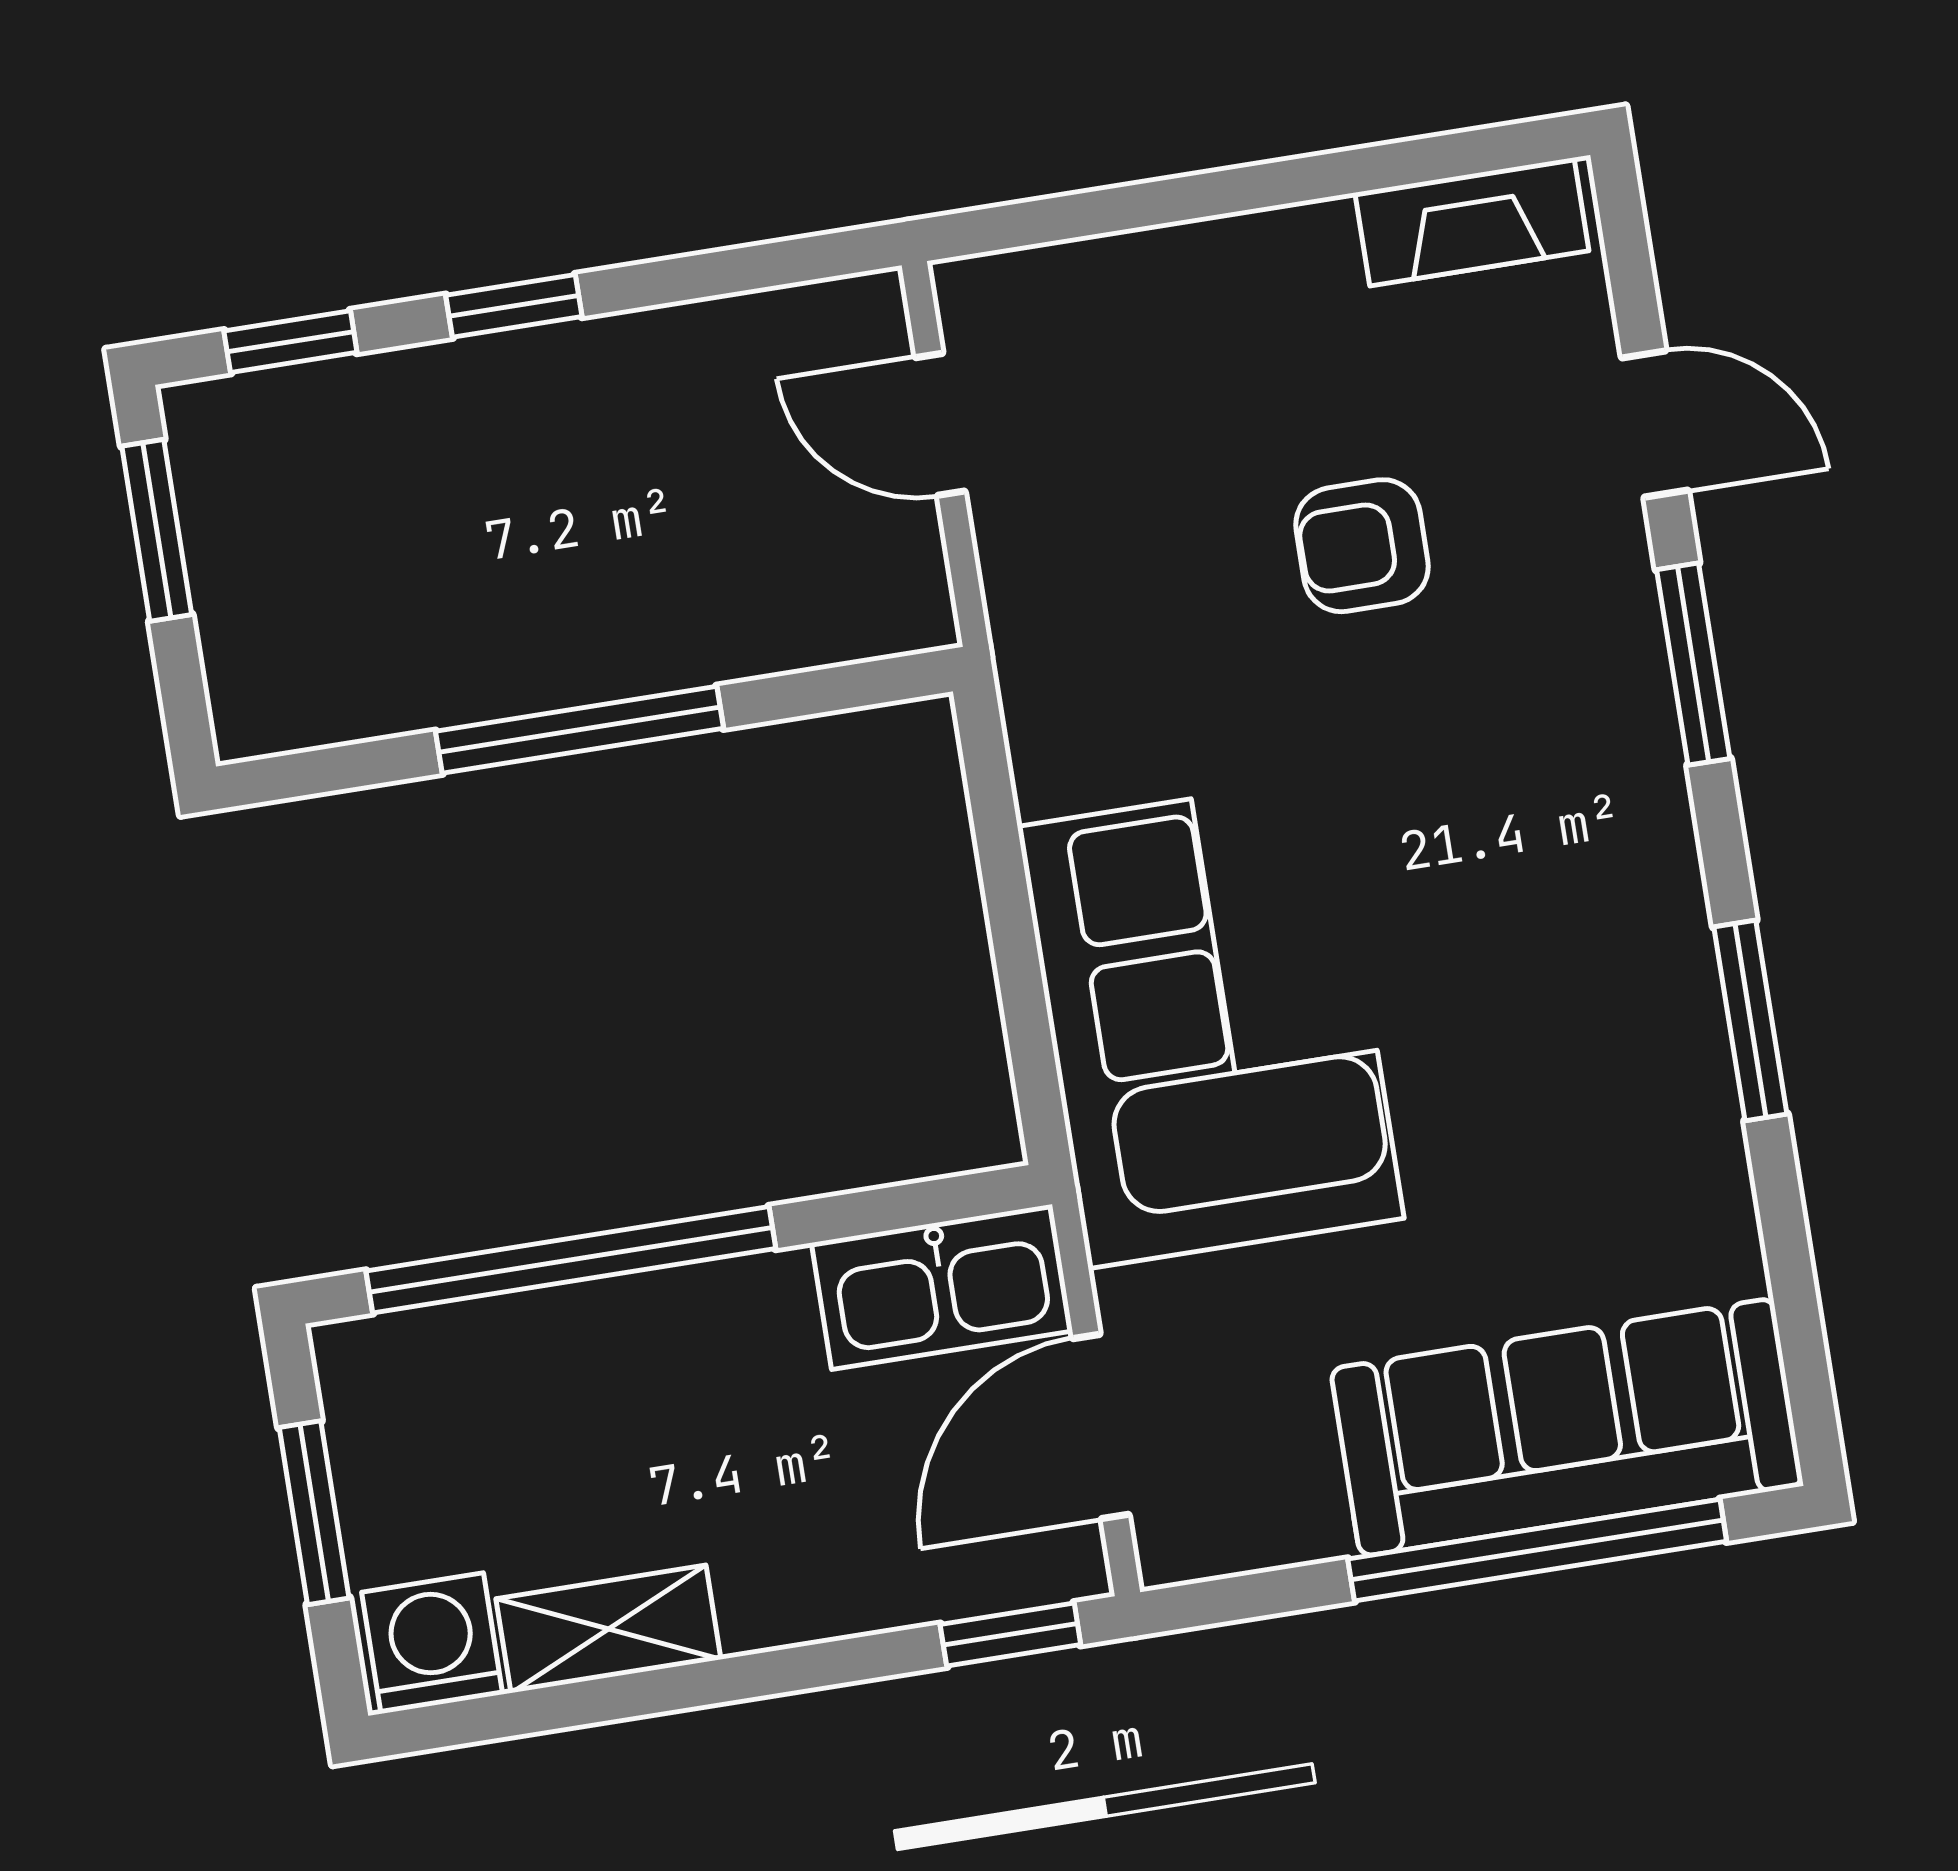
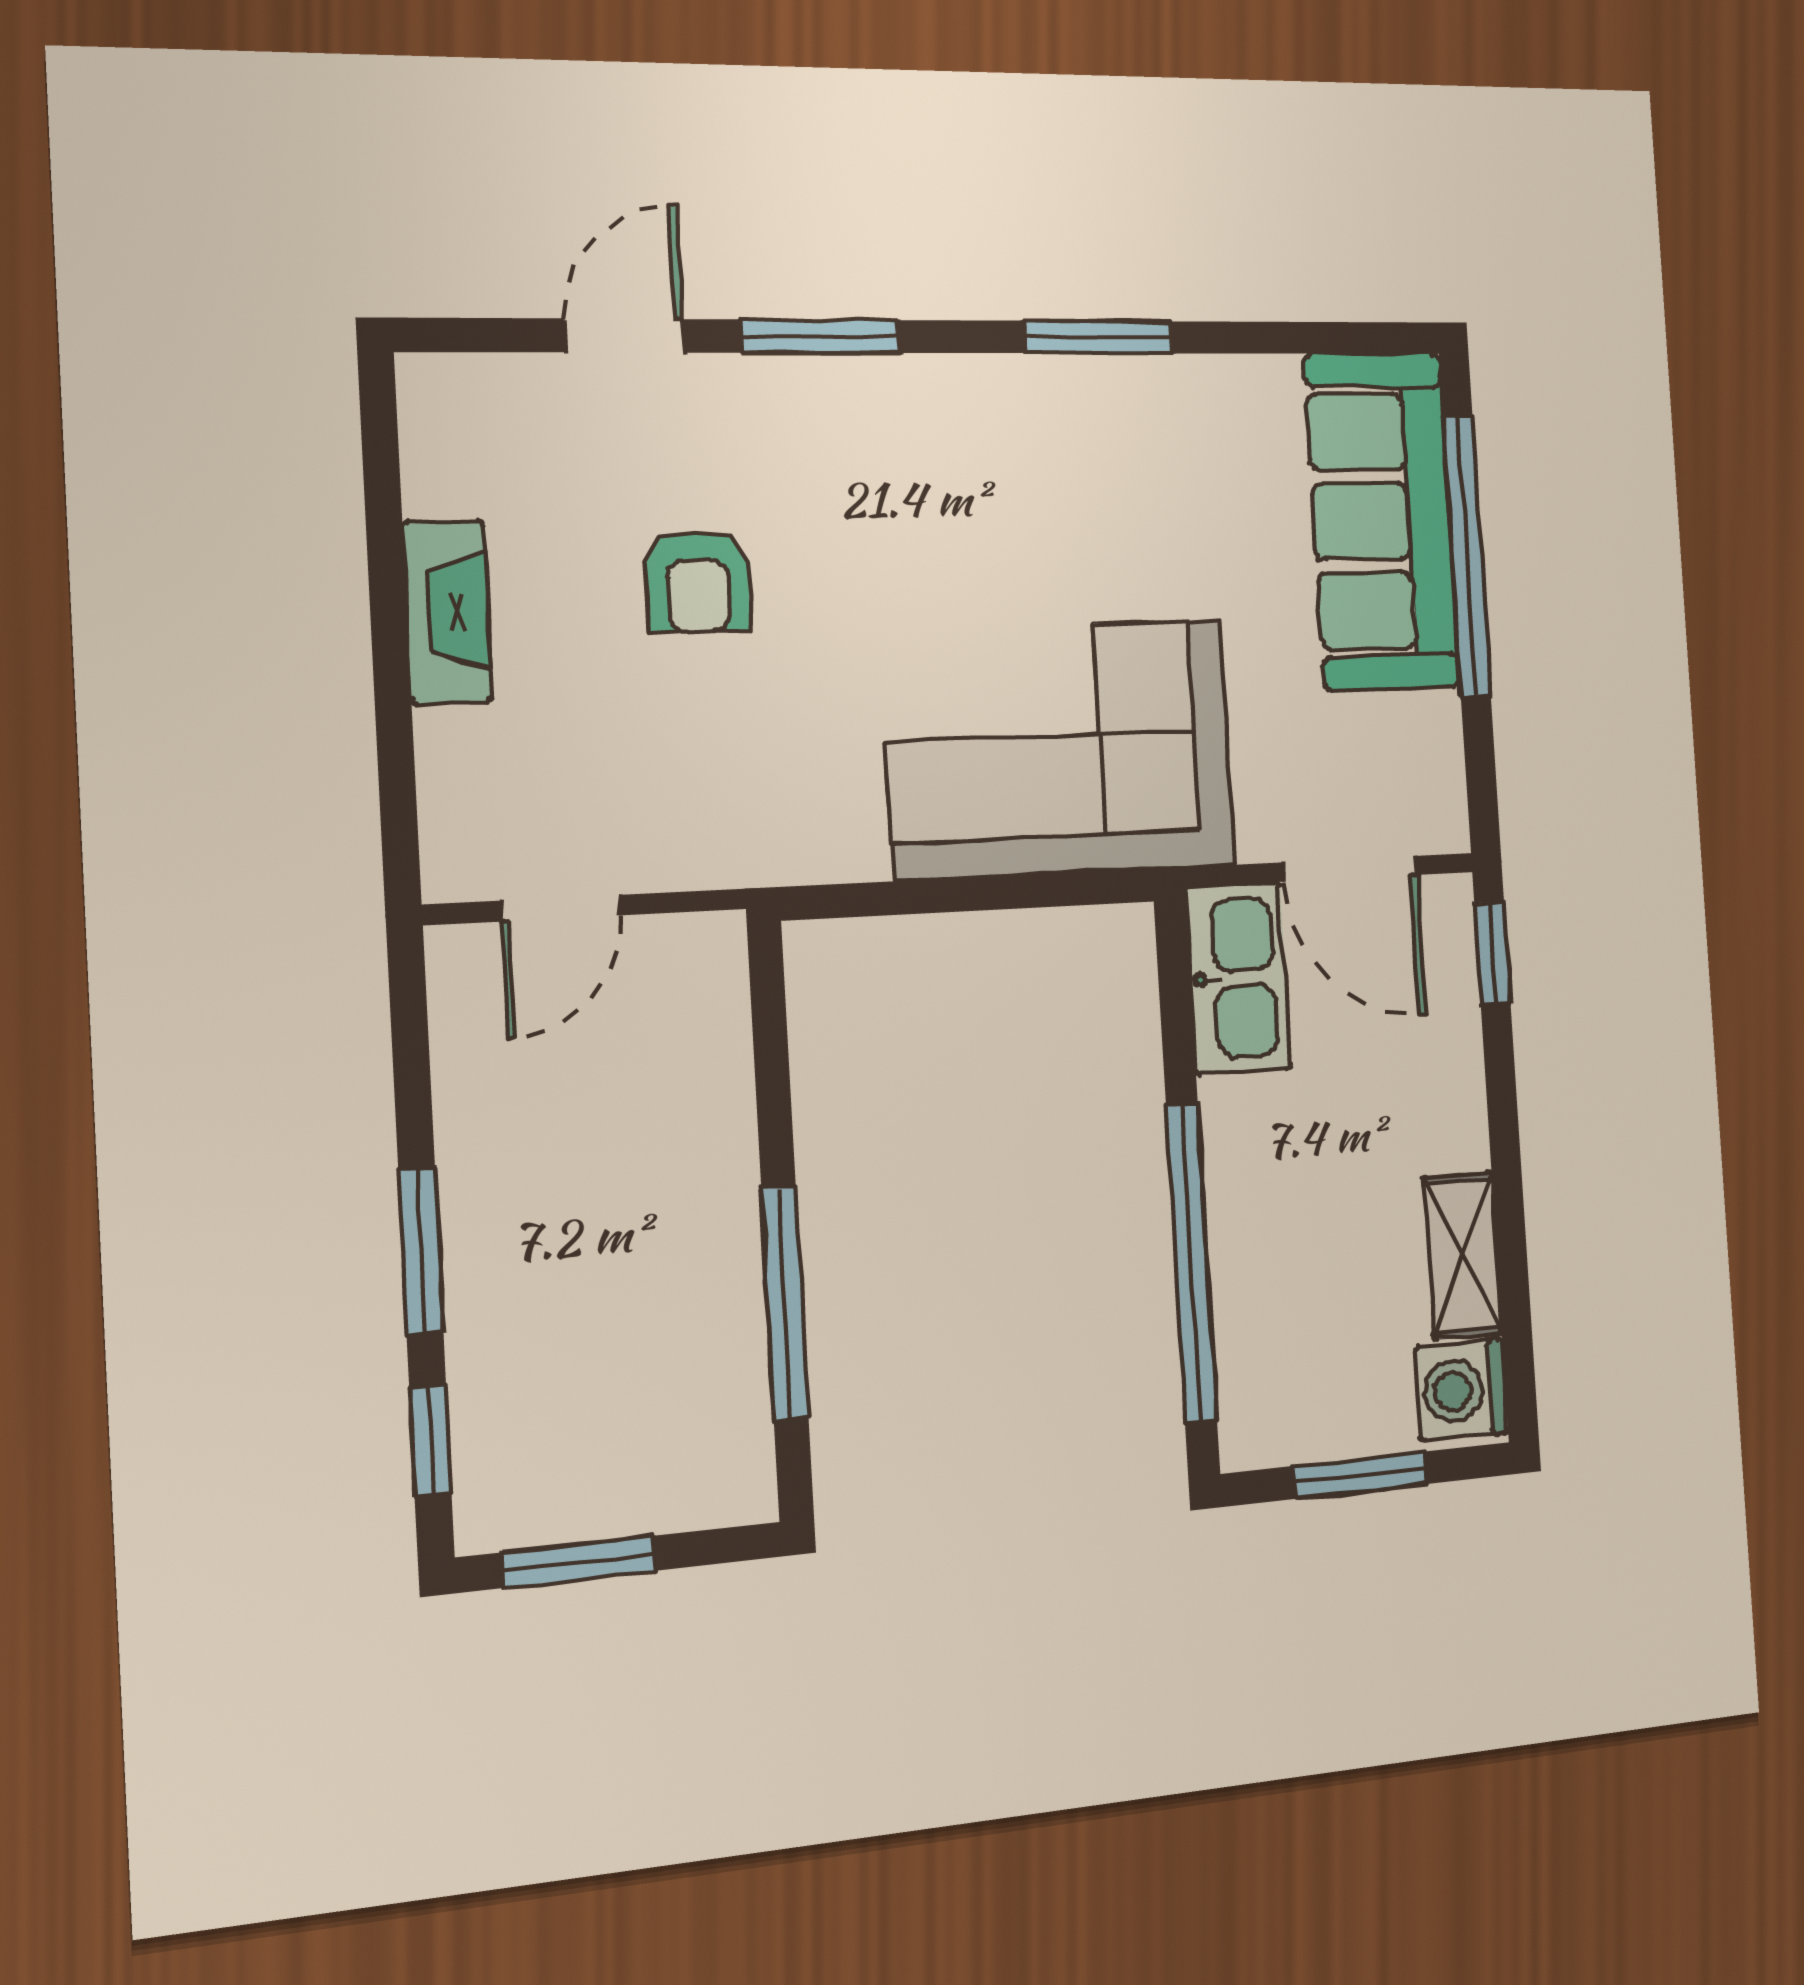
fireplace: (1472, 222) -> (447, 612), moved
window: (514, 306) -> (421, 1251), width x1.50
window: (580, 730) -> (785, 1303), moved

